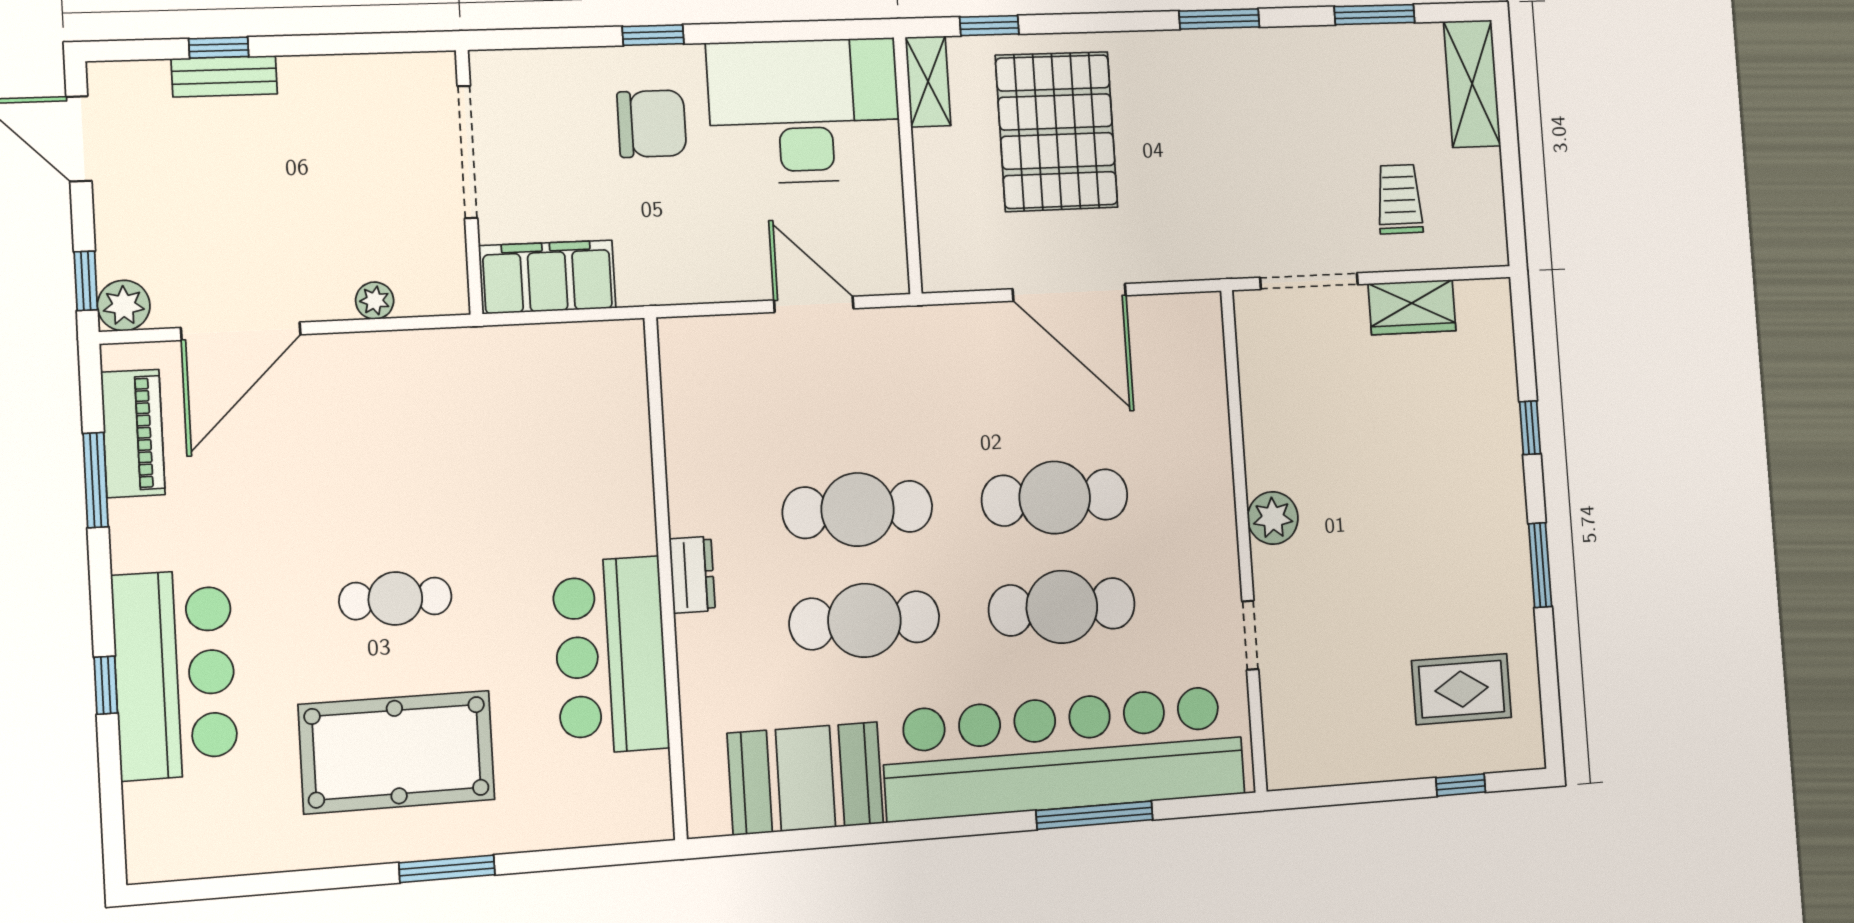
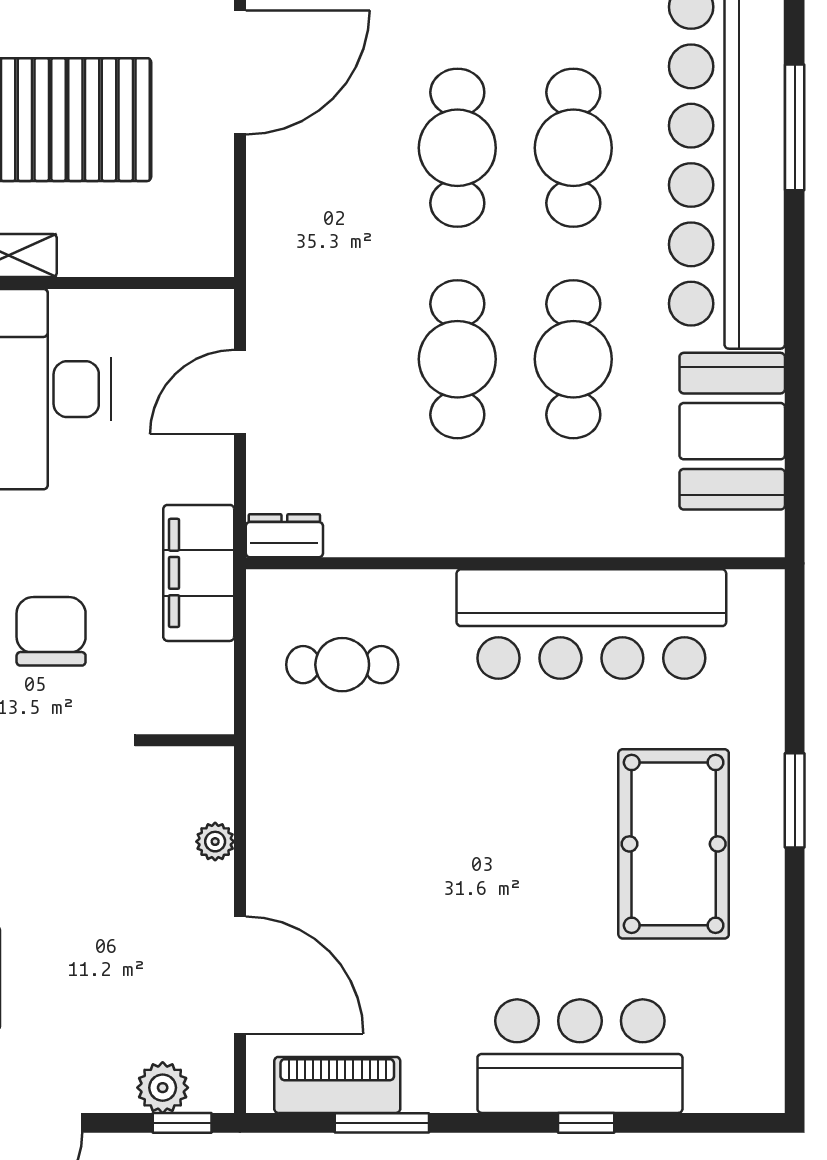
chair: (652, 124) -> (51, 631), moved
filing cabinet: (547, 277) -> (199, 573), moved
door: (1069, 292) -> (240, 72), moved
plant: (124, 306) -> (163, 1088), moved
dresser: (692, 575) -> (284, 536), moved
cafe table: (395, 599) -> (342, 665), moved, turned 90
bar counter: (611, 655) -> (591, 624), width x1.36

